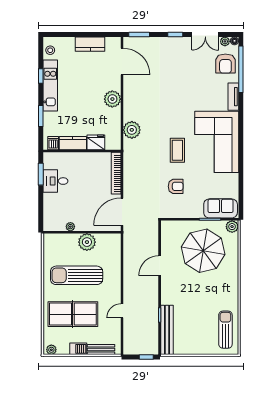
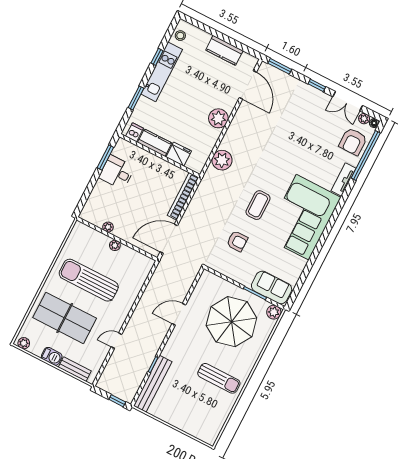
plant: (87, 242) -> (115, 245), width x0.53, depth x0.53
sun lounger: (225, 330) -> (219, 378), moved, turned 90

